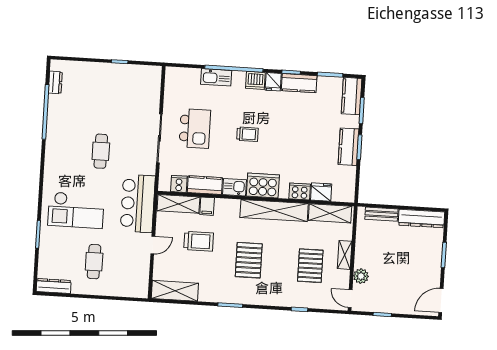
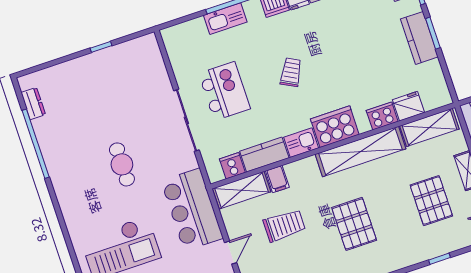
trolley: (247, 134) -> (291, 72), turned -62

